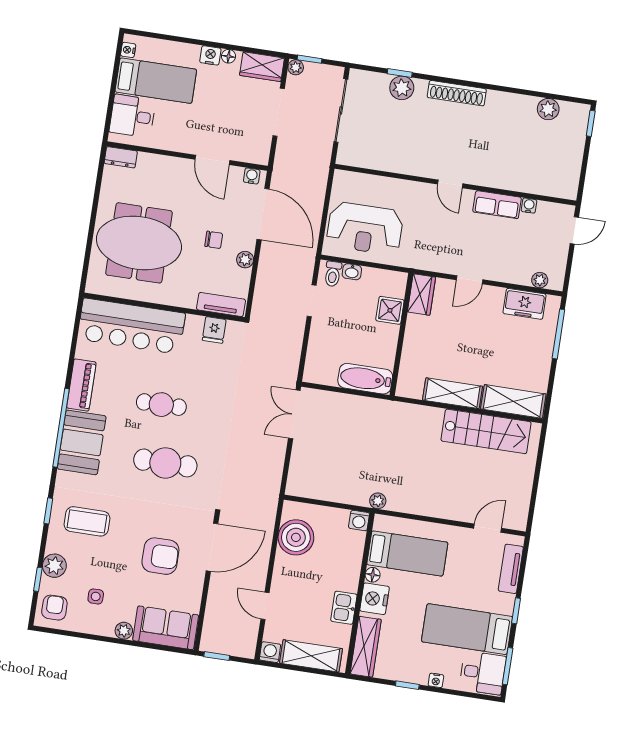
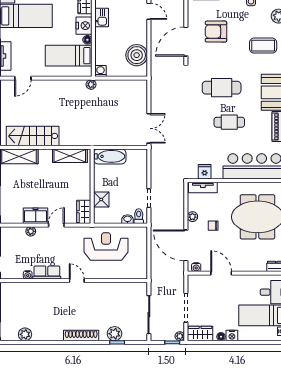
reception desk: (365, 228) -> (106, 247), moved
plant: (540, 280) -> (31, 231), moved
freezer: (525, 304) -> (36, 216), moved
shelving: (453, 393) -> (70, 156), moved

